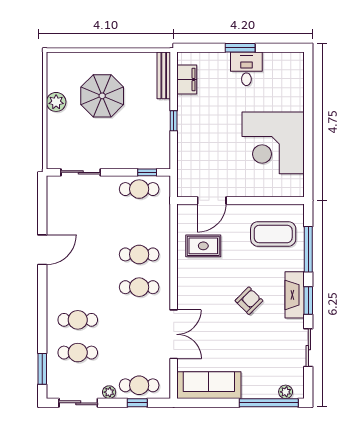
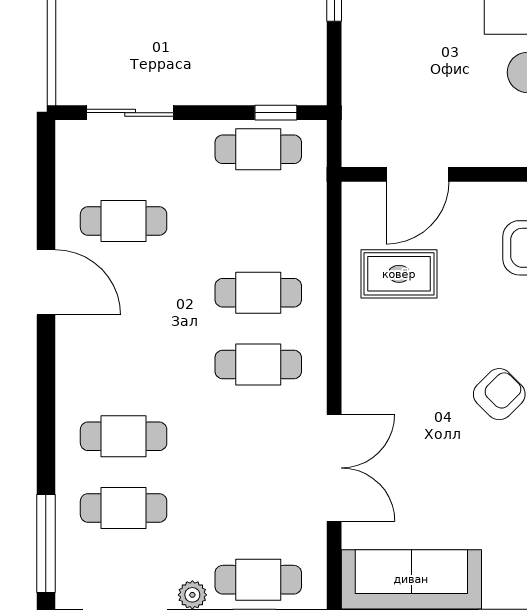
cafe table: (78, 222) -> (124, 221), added
door: (42, 250) -> (46, 282), hinge flipped
window: (42, 369) -> (46, 544), width x1.44

